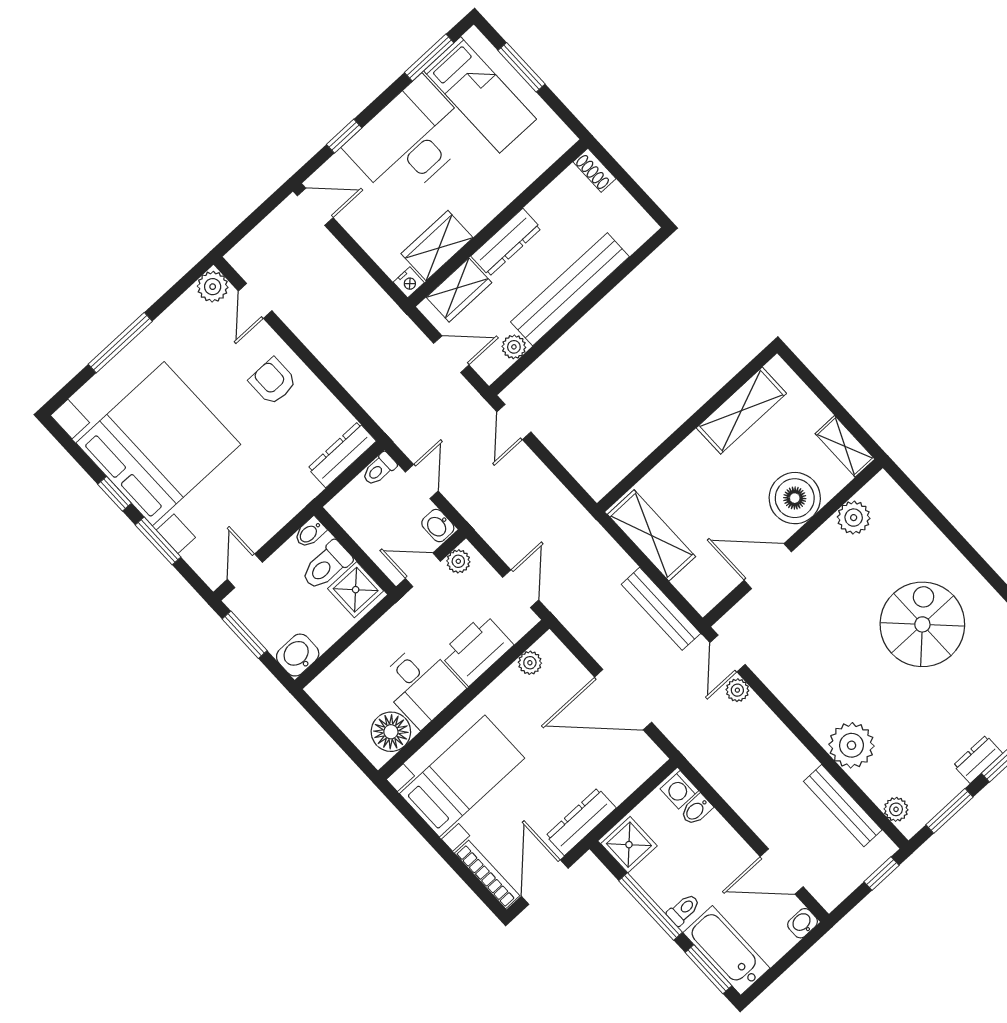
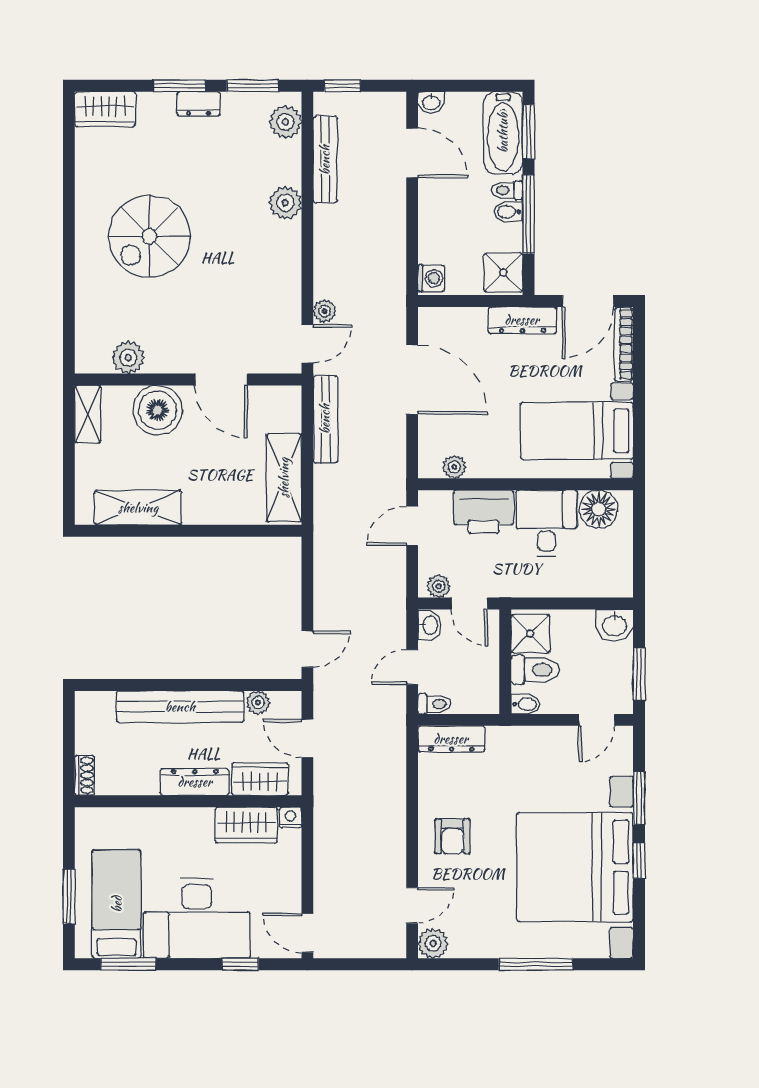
plant: (851, 745) -> (285, 203), width x0.73, depth x0.73
plant: (896, 809) -> (285, 122), width x1.38, depth x1.38
bidet: (696, 810) -> (508, 212), moved, turned 180

